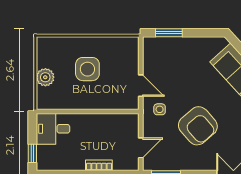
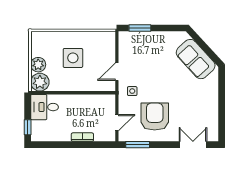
door: (141, 86) -> (117, 72), swing flipped
plant: (47, 99) -> (40, 82), added
armchair: (198, 126) -> (155, 117), moved, turned -139

